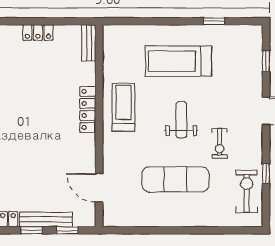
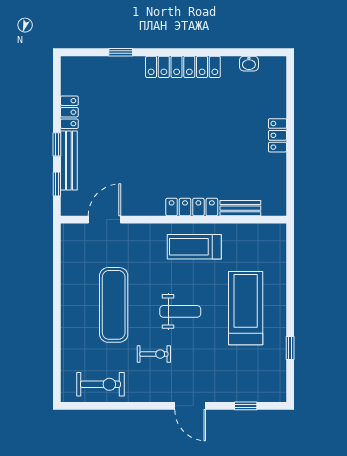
locker: (38, 33) -> (277, 135), moved
bench: (89, 43) -> (240, 208), moved
treadmill: (123, 107) -> (194, 247), turned 180
exercise bike: (220, 143) -> (154, 354), turned 180
window: (266, 174) -> (120, 406), removed

